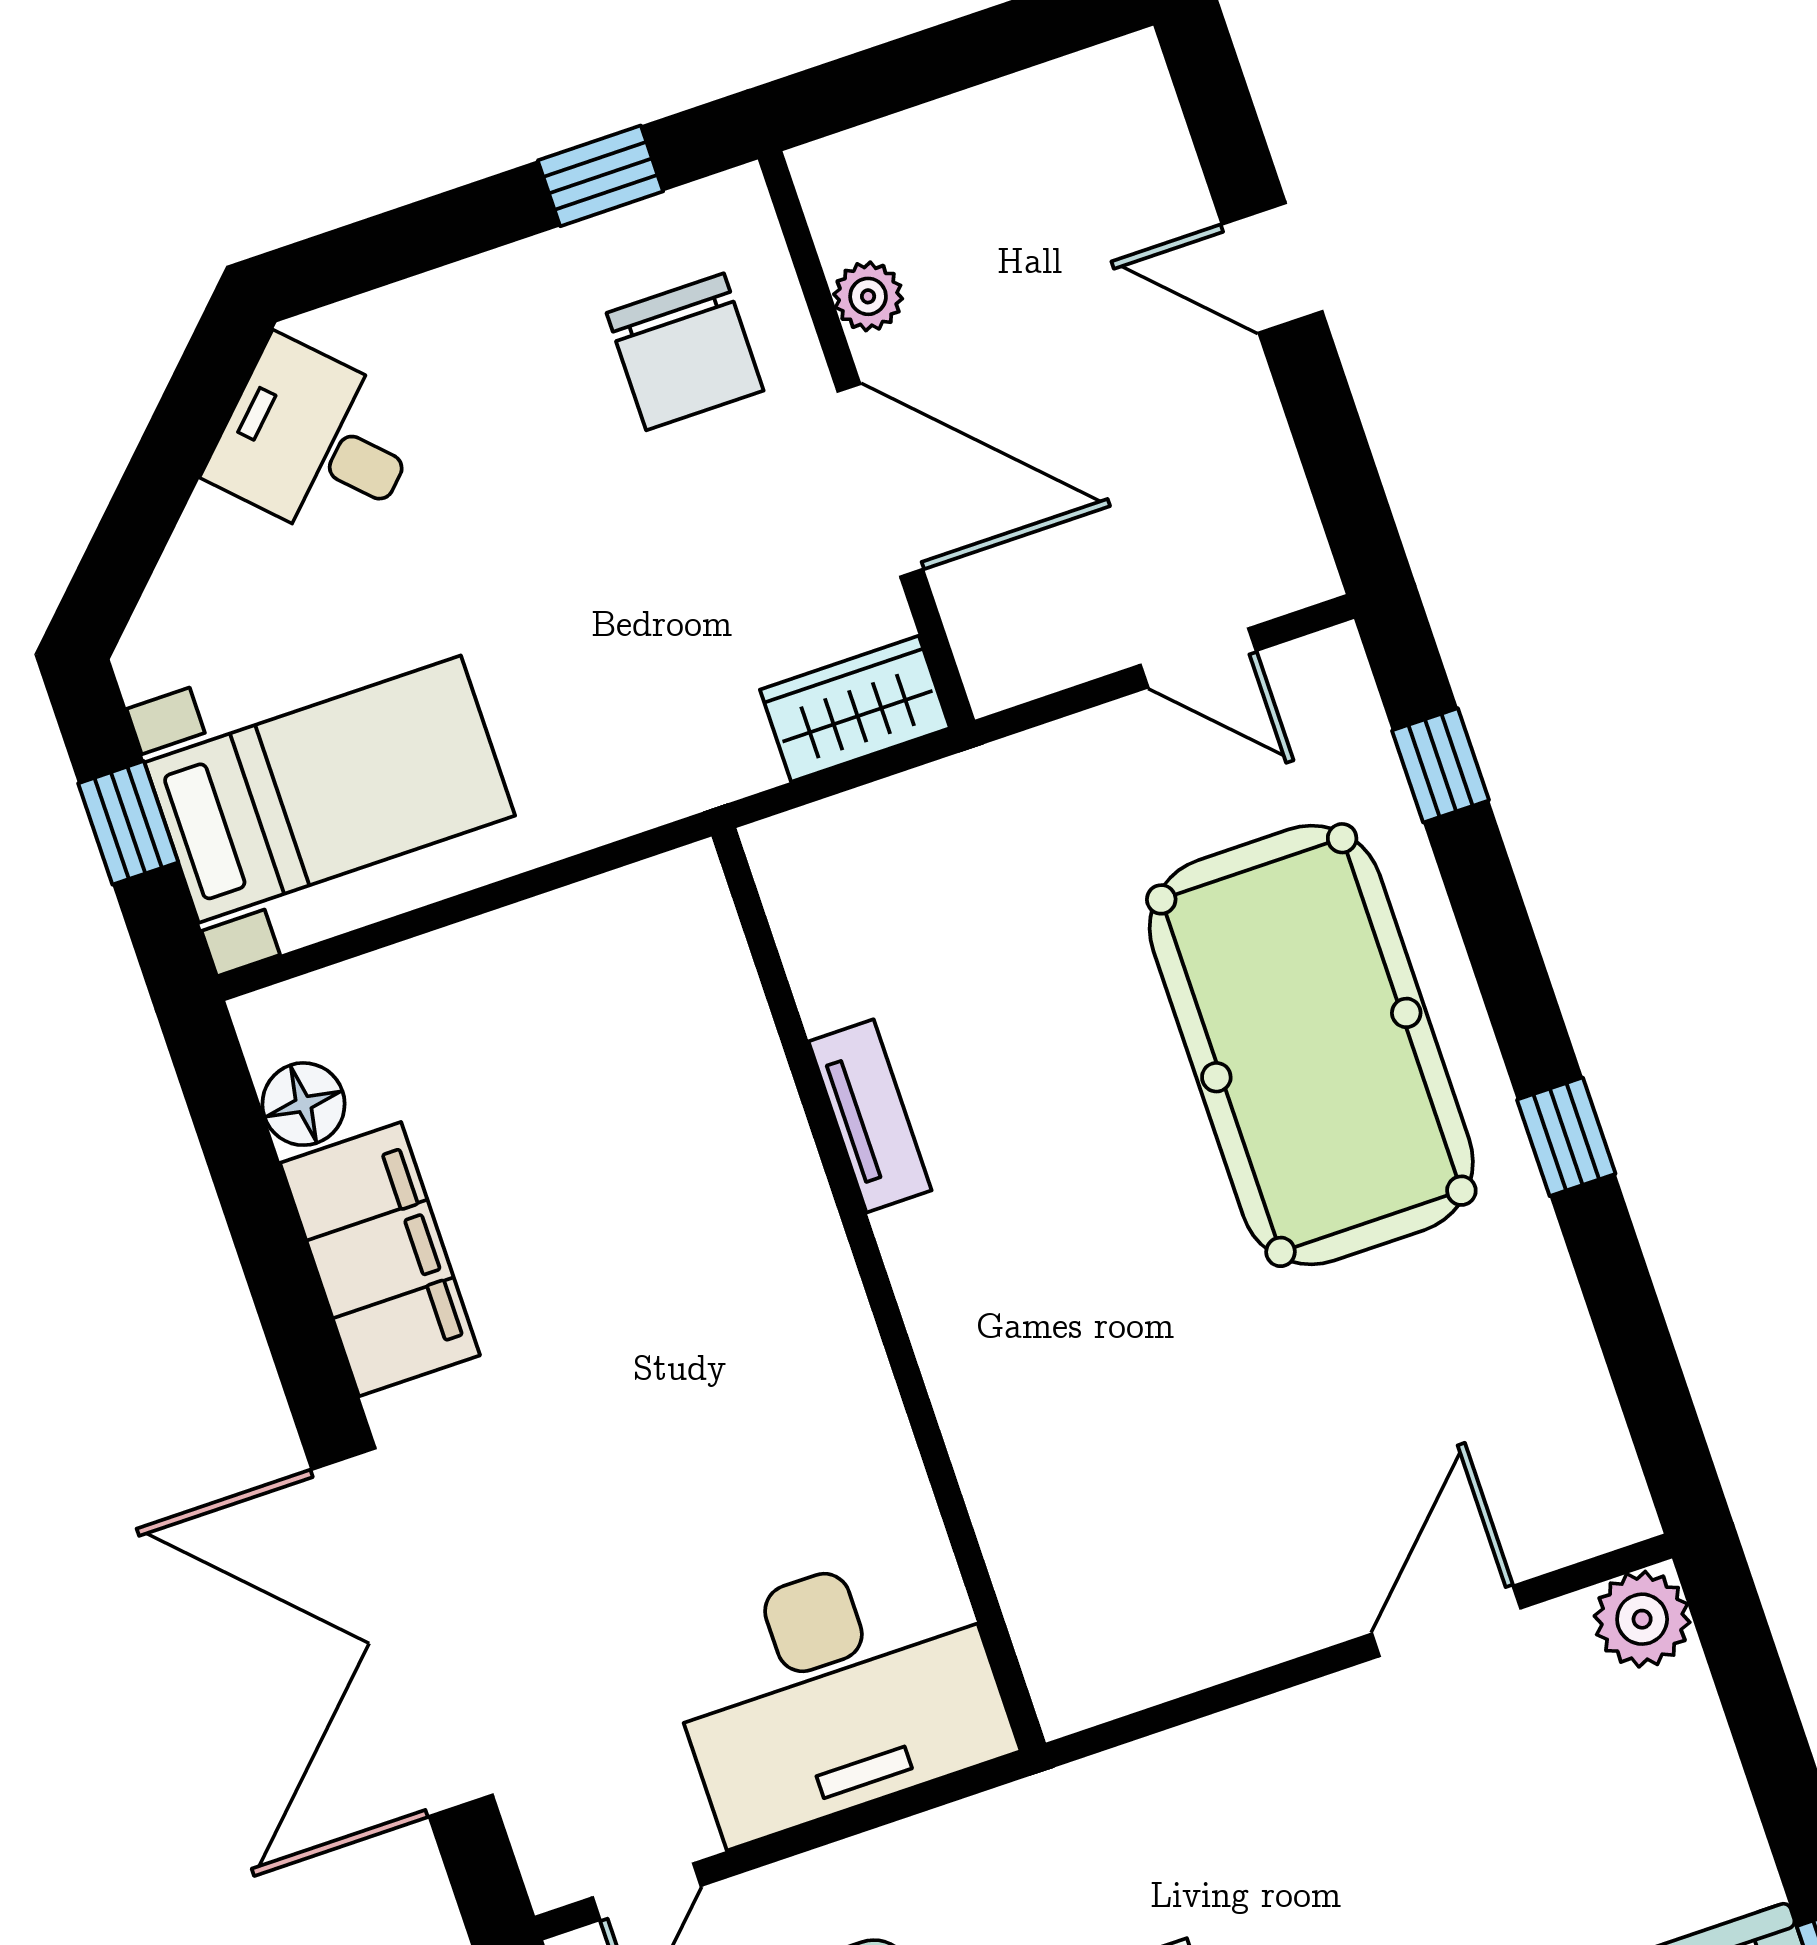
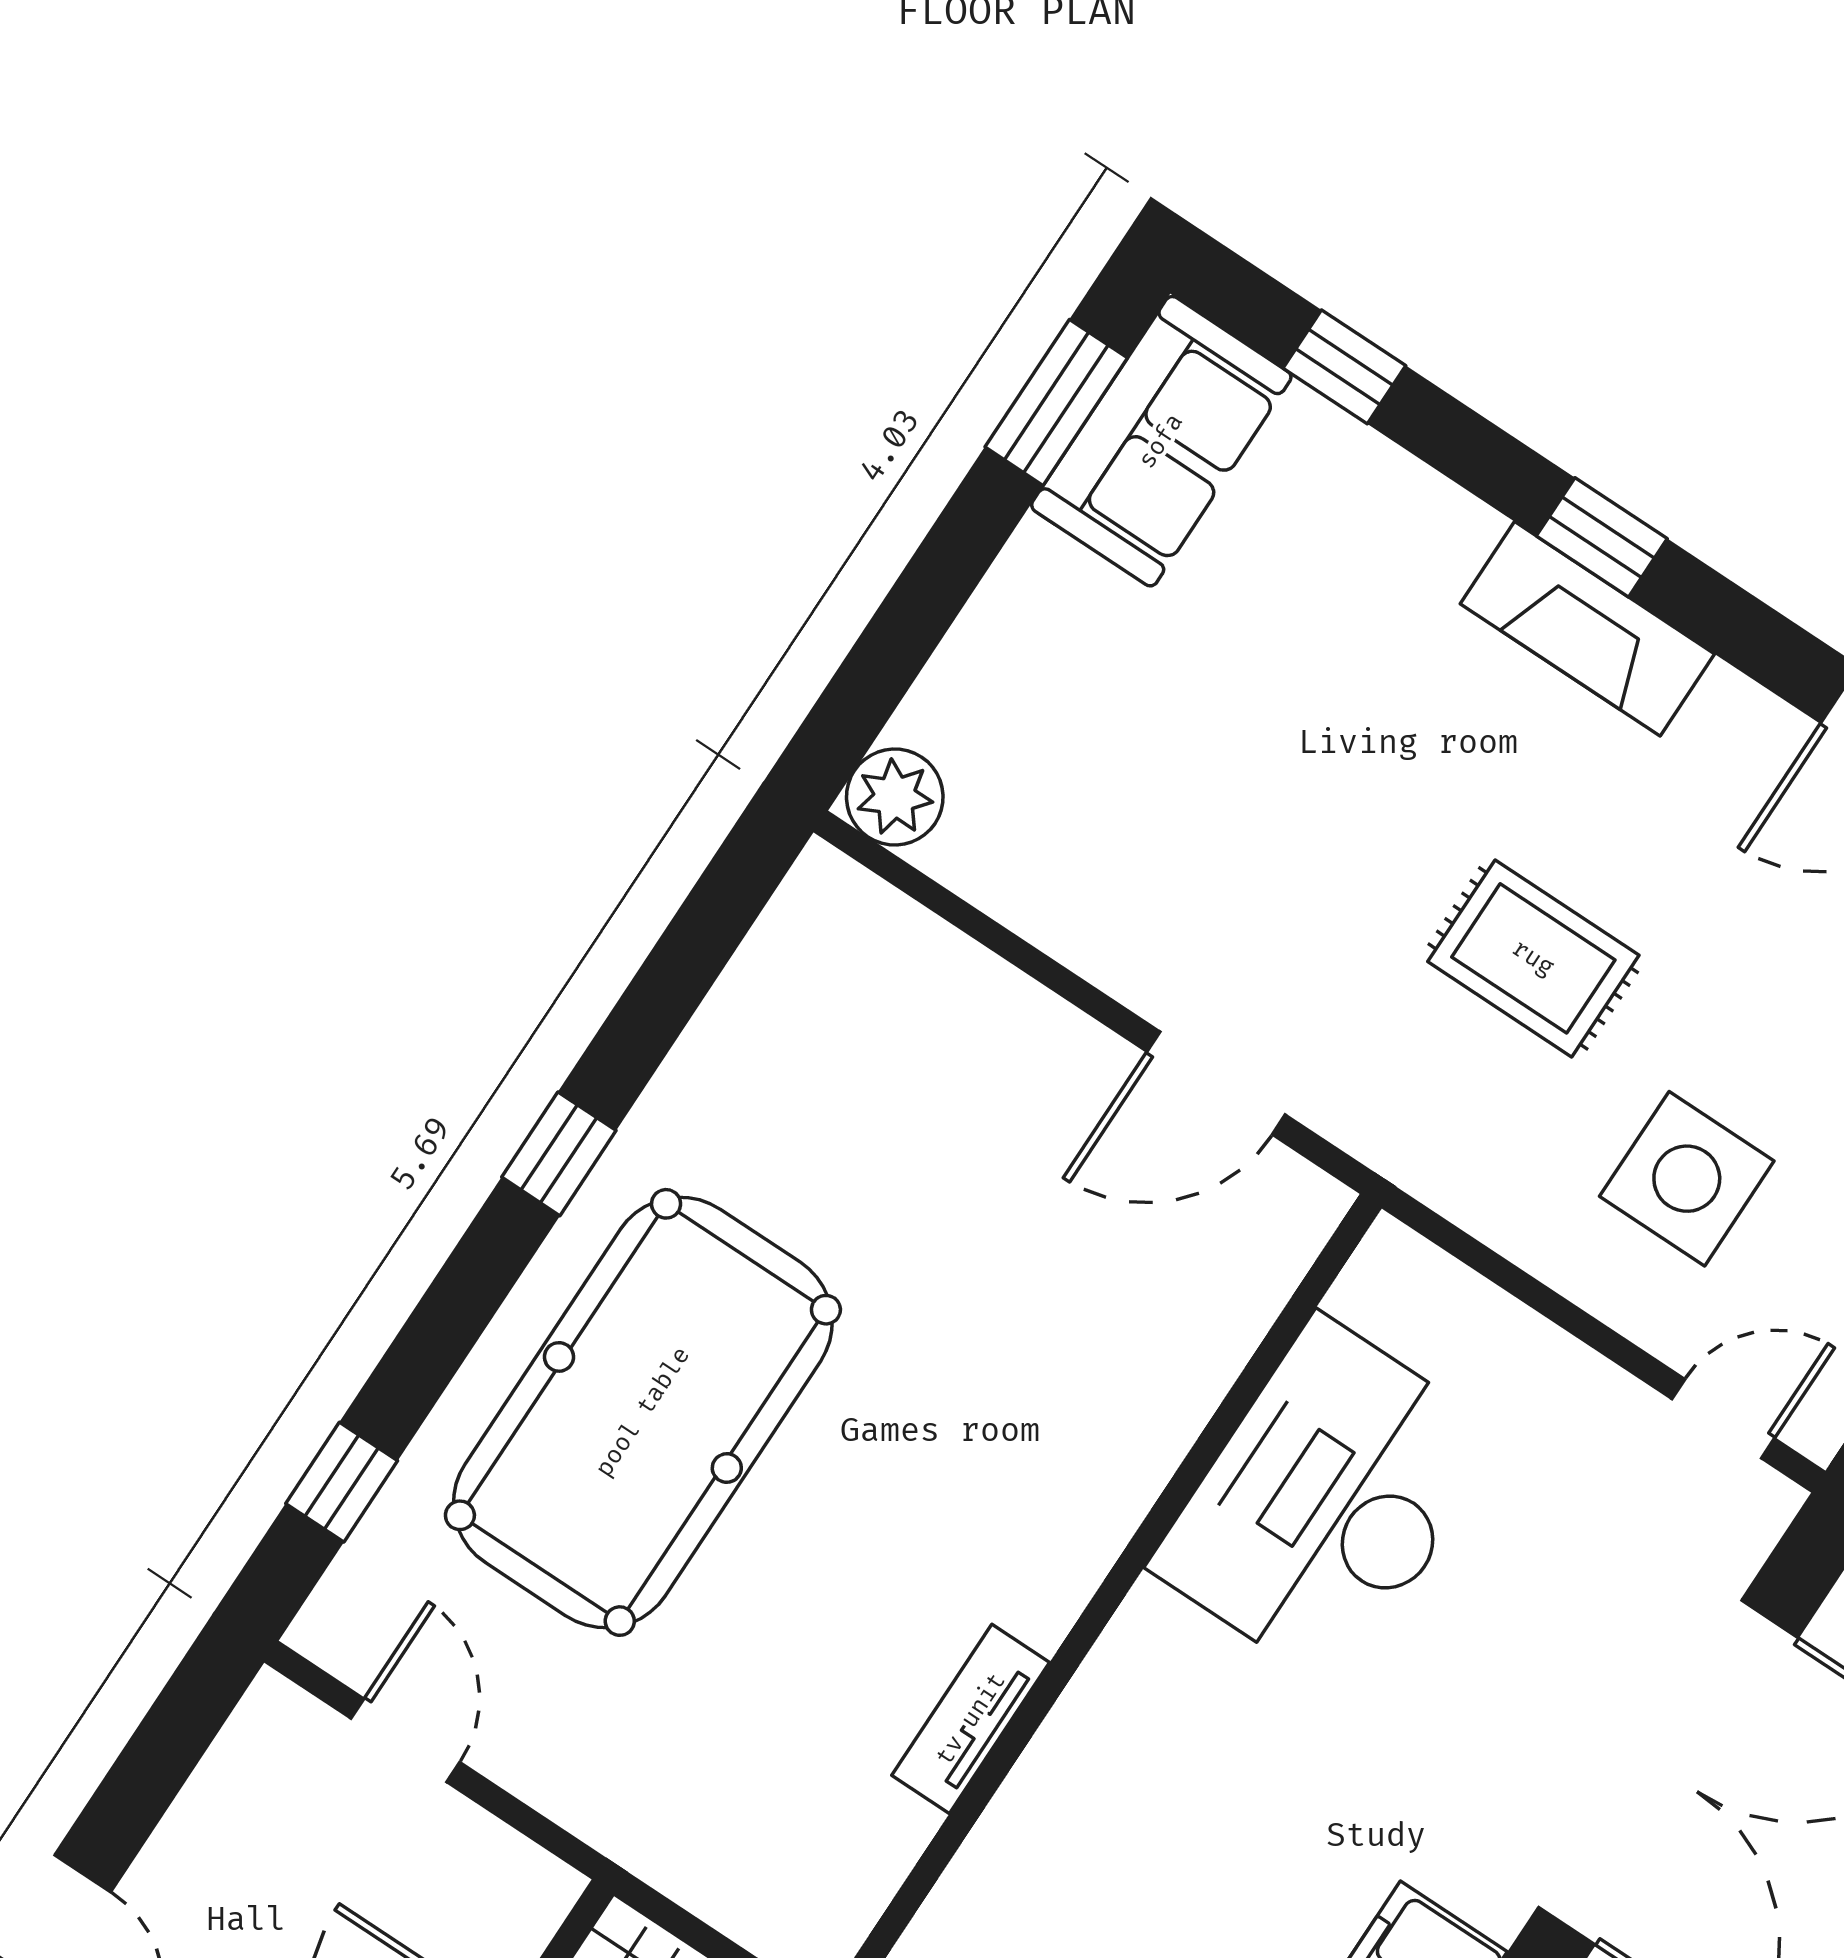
door: (1446, 1621) -> (1216, 1083), moved
desk: (837, 1691) -> (1327, 1502), moved, turned -90

